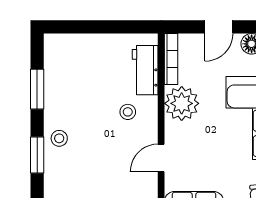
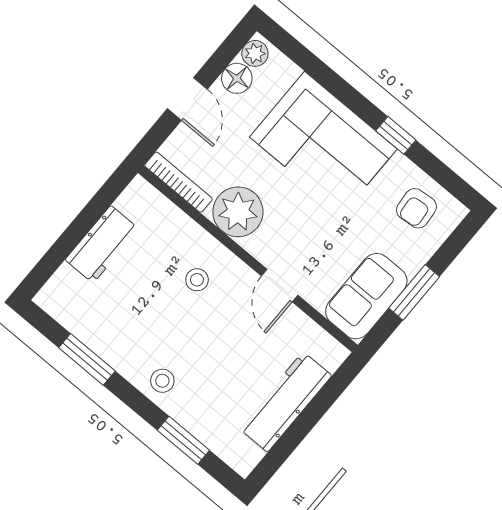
workbench: (145, 70) -> (102, 244), moved, turned -90
window: (37, 155) -> (183, 440), moved

